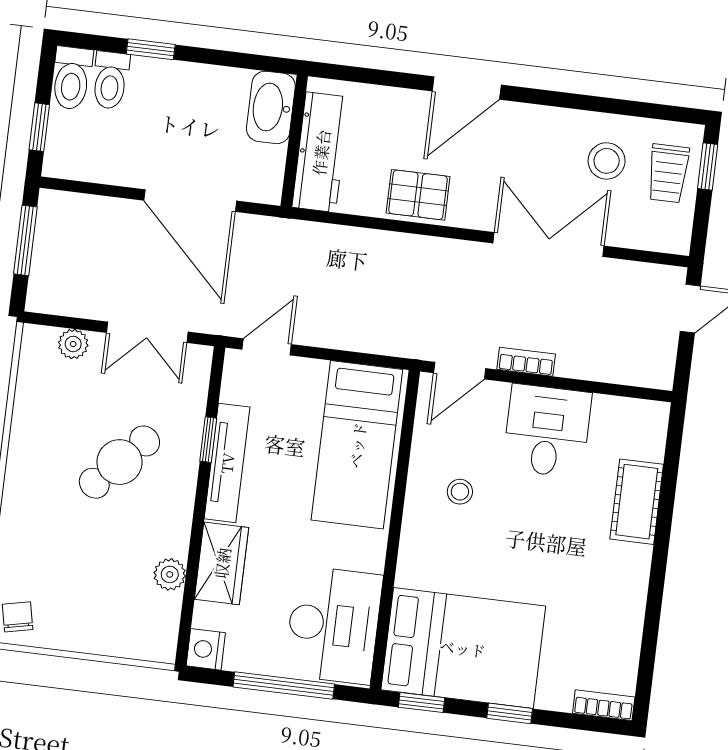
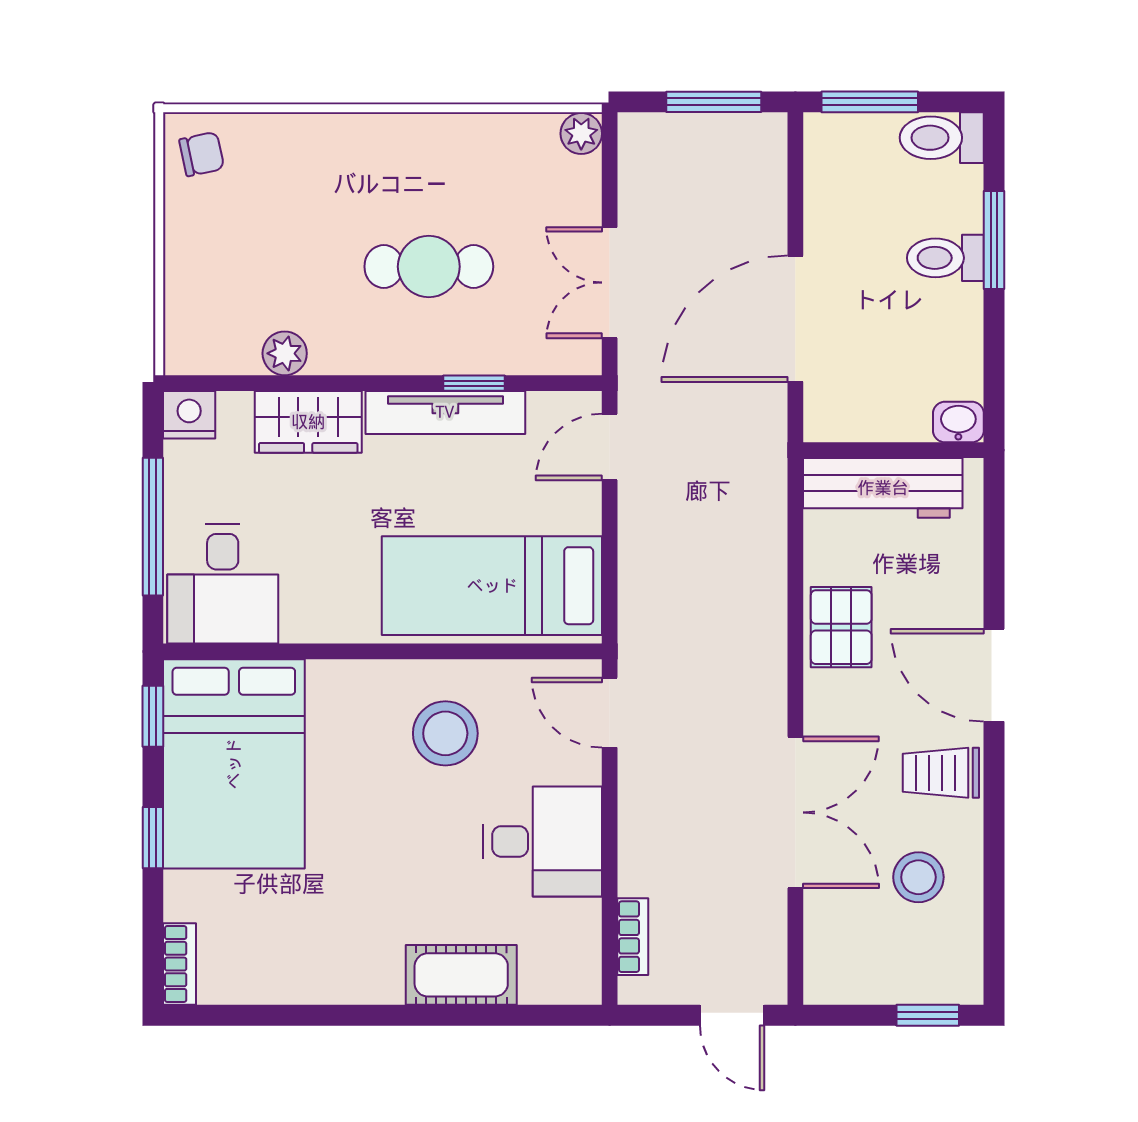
window: (151, 49) -> (994, 240), width x1.50
toilet: (110, 80) -> (945, 258), moved
washbasin: (271, 107) -> (958, 422), width x0.52, depth x0.69
window: (39, 127) -> (870, 102), width x1.50
trolley: (668, 173) -> (941, 773), moved
plant: (73, 344) -> (581, 134), moved
door: (267, 347) -> (610, 447), swing flipped
bookcase: (526, 362) -> (633, 937), moved
cafe table: (119, 462) -> (429, 267), turned -43
stool: (460, 492) -> (445, 733), width x1.89, depth x1.89
desk: (333, 625) -> (223, 584), width x0.73

